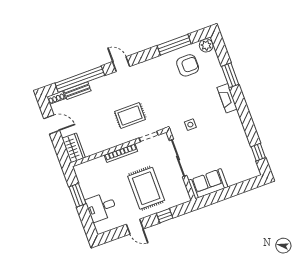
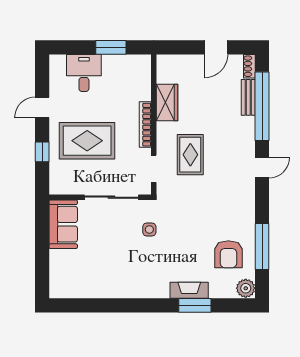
fireplace: (227, 98) -> (189, 290), moved
wardrobe: (74, 148) -> (167, 103), moved, turned -90
window: (258, 152) -> (81, 305), removed

